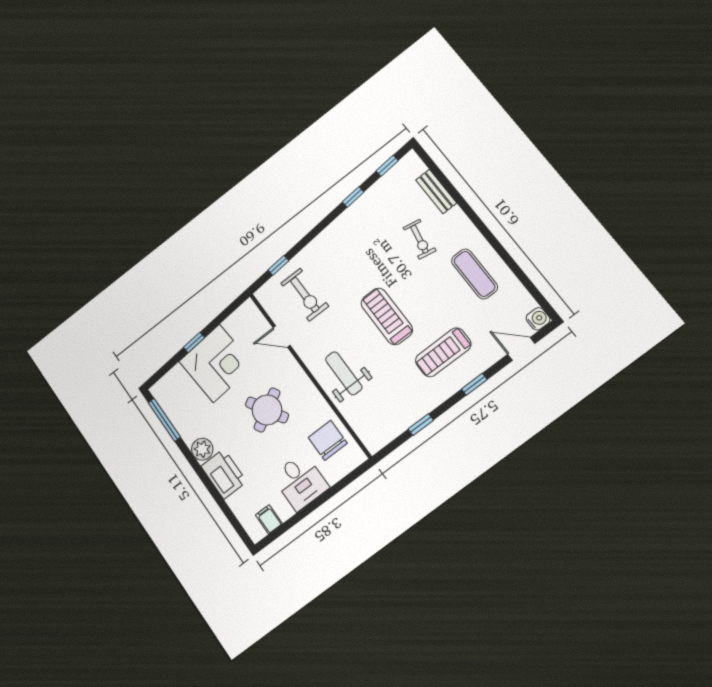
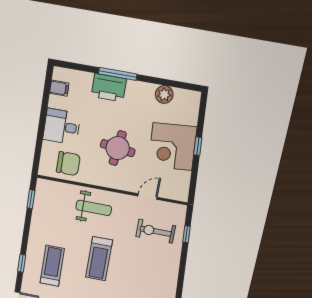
treadmill: (387, 316) -> (99, 259), turned 90
round table: (267, 410) -> (118, 148), turned 37
window: (164, 420) -> (118, 74), moved
window: (421, 425) -> (31, 199), moved
plant: (202, 449) -> (164, 94), moved

